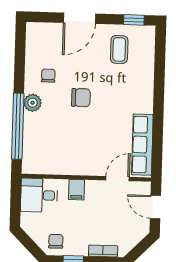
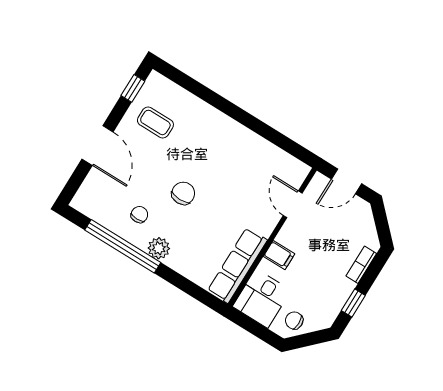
chair: (48, 76) -> (139, 215), turned 90
window: (18, 126) -> (123, 246), moved
row of seats: (142, 145) -> (237, 265), moved, turned 90
chair: (56, 241) -> (294, 321), moved

